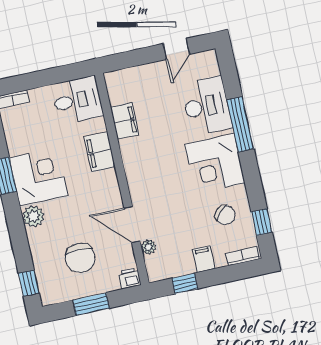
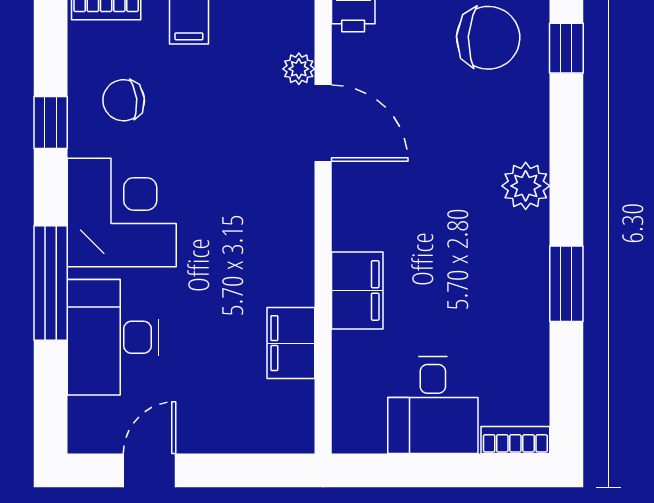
desk: (77, 100) -> (433, 405), moved, turned -90
corner desk: (39, 177) -> (496, 266), removed
chair: (225, 215) -> (124, 100), turned -50
window: (262, 222) -> (51, 123), moved
chair: (80, 258) -> (488, 38), moved, turned 93

